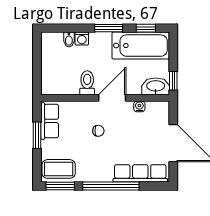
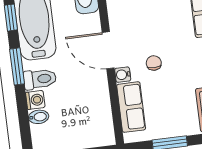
toilet: (87, 83) -> (40, 79), moved, turned 180
water cooler: (139, 106) -> (123, 75), moved
row of seats: (50, 121) -> (131, 107), moved, turned 90

